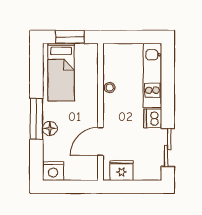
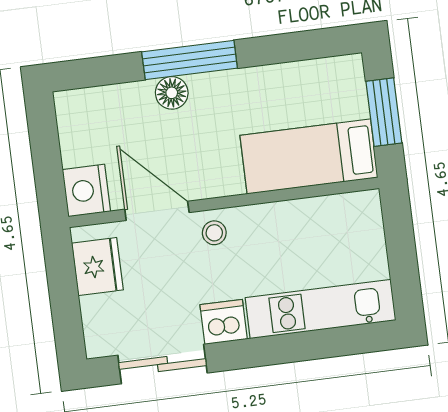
bed: (61, 72) -> (309, 157), moved
stool: (110, 88) -> (214, 233), moved
nightstand: (53, 171) -> (86, 190), moved

